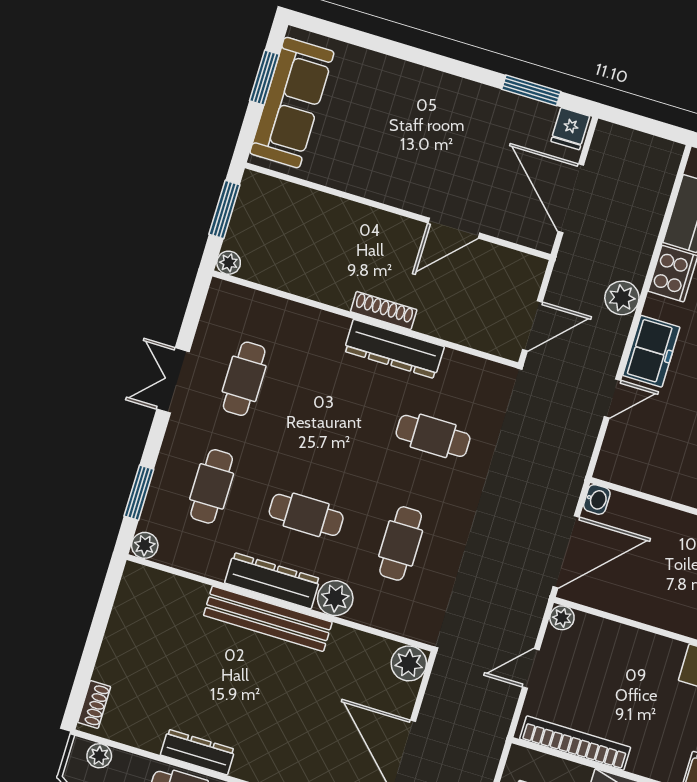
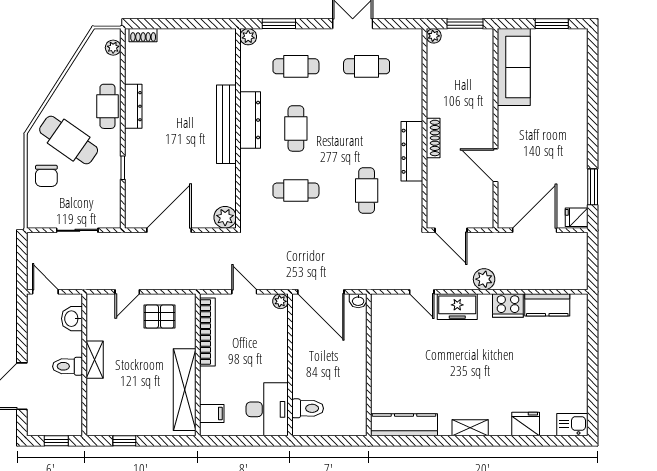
sofa: (292, 103) -> (514, 67), moved, turned -90
plant: (335, 598) -> (251, 161), removed

